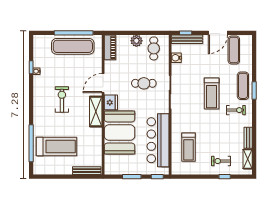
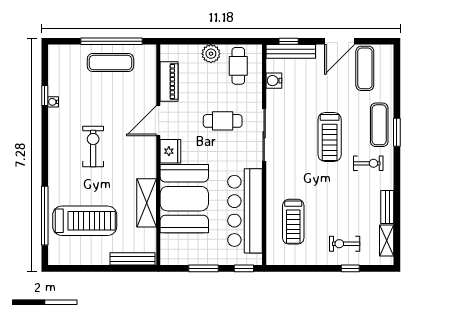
exercise mat: (73, 46) -> (110, 63), width x0.73, depth x0.69
piano: (110, 47) -> (169, 81), moved
shelving: (96, 112) -> (147, 203), moved

